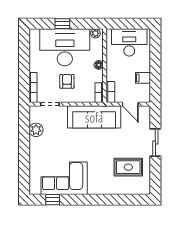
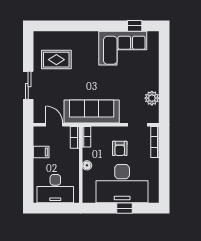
plant: (95, 33) -> (90, 198), removed

